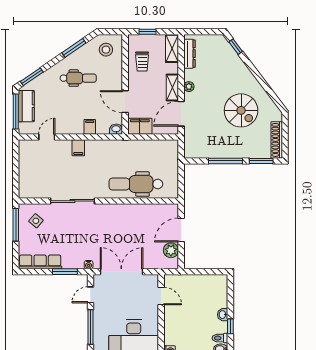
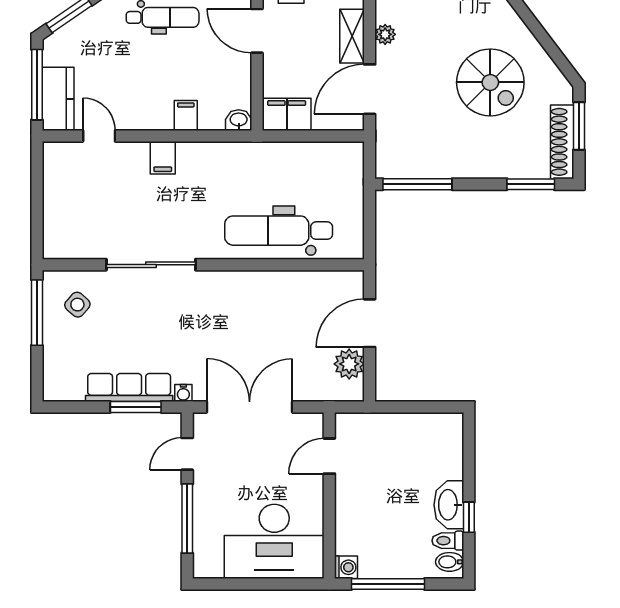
door: (125, 102) -> (257, 31), moved
kitchen counter: (26, 106) -> (58, 99), moved
window: (285, 132) -> (579, 126), added
door: (47, 137) -> (99, 136), hinge flipped
window: (225, 161) -> (417, 184), moved
row of seats: (40, 262) -> (129, 387), moved
door: (161, 296) -> (329, 456), swing flipped
washbasin: (223, 315) -> (449, 505), width x1.91, depth x1.45

